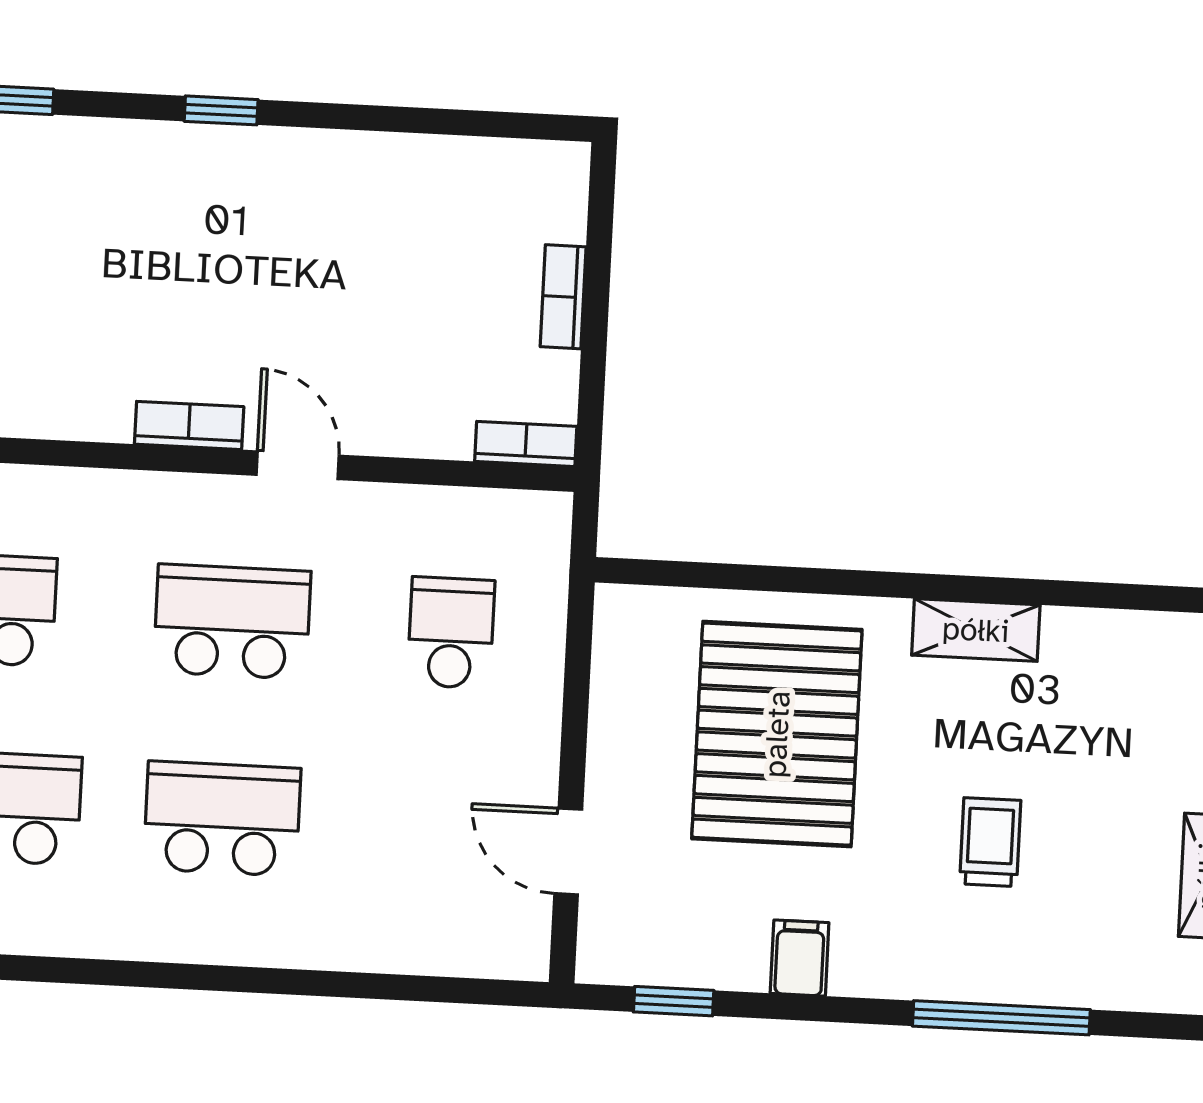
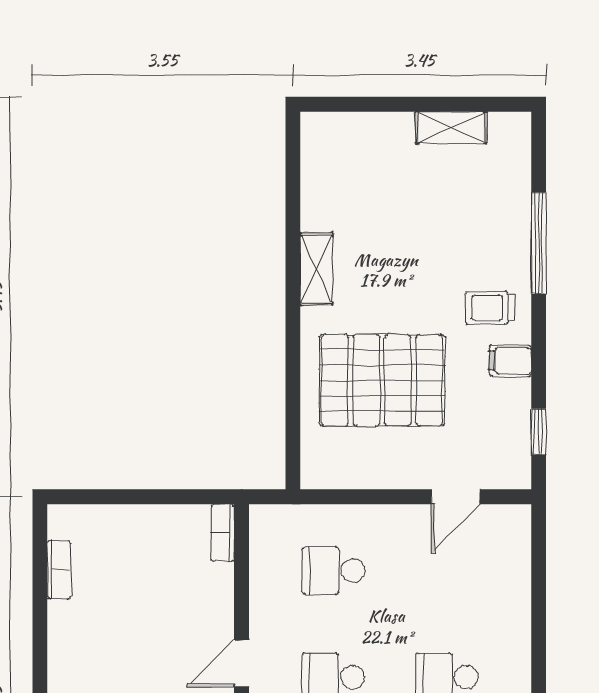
bookcase: (563, 297) -> (59, 570), moved, turned -90
trolley: (990, 842) -> (490, 308), moved

